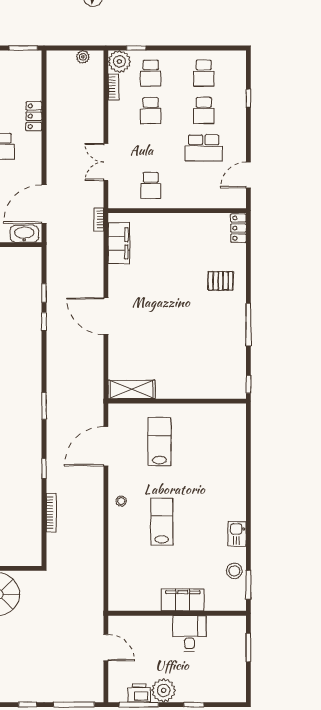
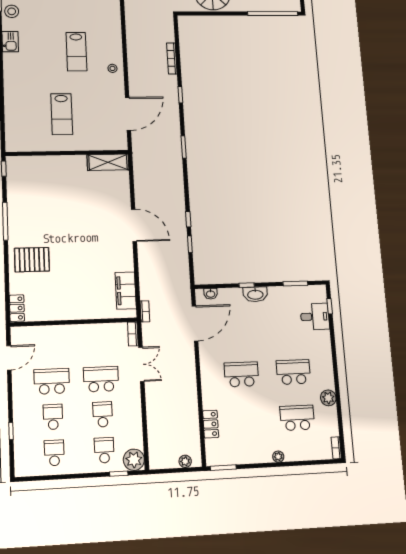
plant: (83, 57) -> (185, 461), moved
bookcase: (113, 87) -> (133, 334), moved
locker: (34, 116) -> (211, 424), moved
school desk: (151, 186) -> (101, 379), moved, width x1.85
washbasin: (24, 234) -> (211, 294), width x0.52, depth x0.69
pallet: (221, 281) -> (32, 260), width x1.50, depth x1.42
lab bench: (159, 442) -> (62, 114), moved

